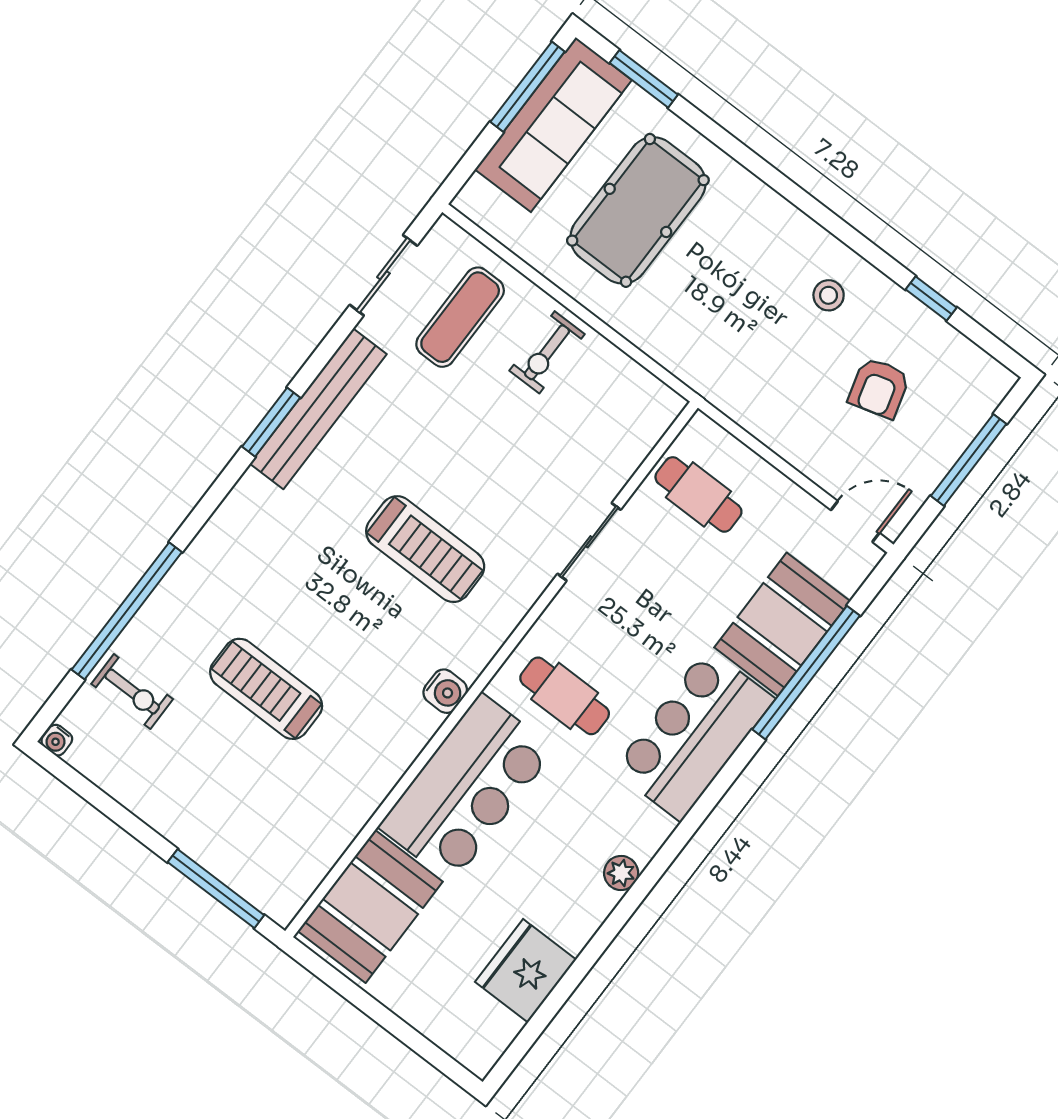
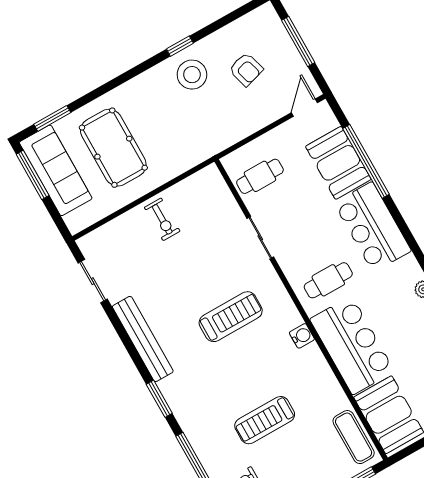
stool: (829, 295) -> (192, 75), width x1.89, depth x1.89
window: (931, 299) -> (180, 46), moved
exercise mat: (460, 317) -> (354, 437), moved
window: (271, 422) -> (159, 399), moved

